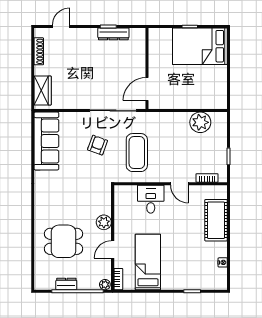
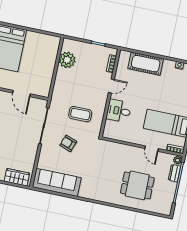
door: (147, 89) -> (21, 93), moved
coffee table: (137, 153) -> (80, 114), width x0.73, depth x0.76
plant: (104, 222) -> (129, 151), removed
dining table: (63, 241) -> (137, 185), turned 90
dresser: (66, 284) -> (174, 173), moved

